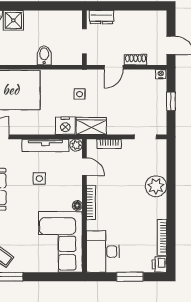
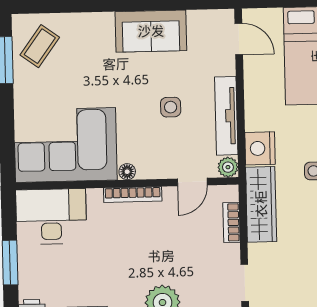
wardrobe: (91, 126) -> (261, 204), width x1.50

